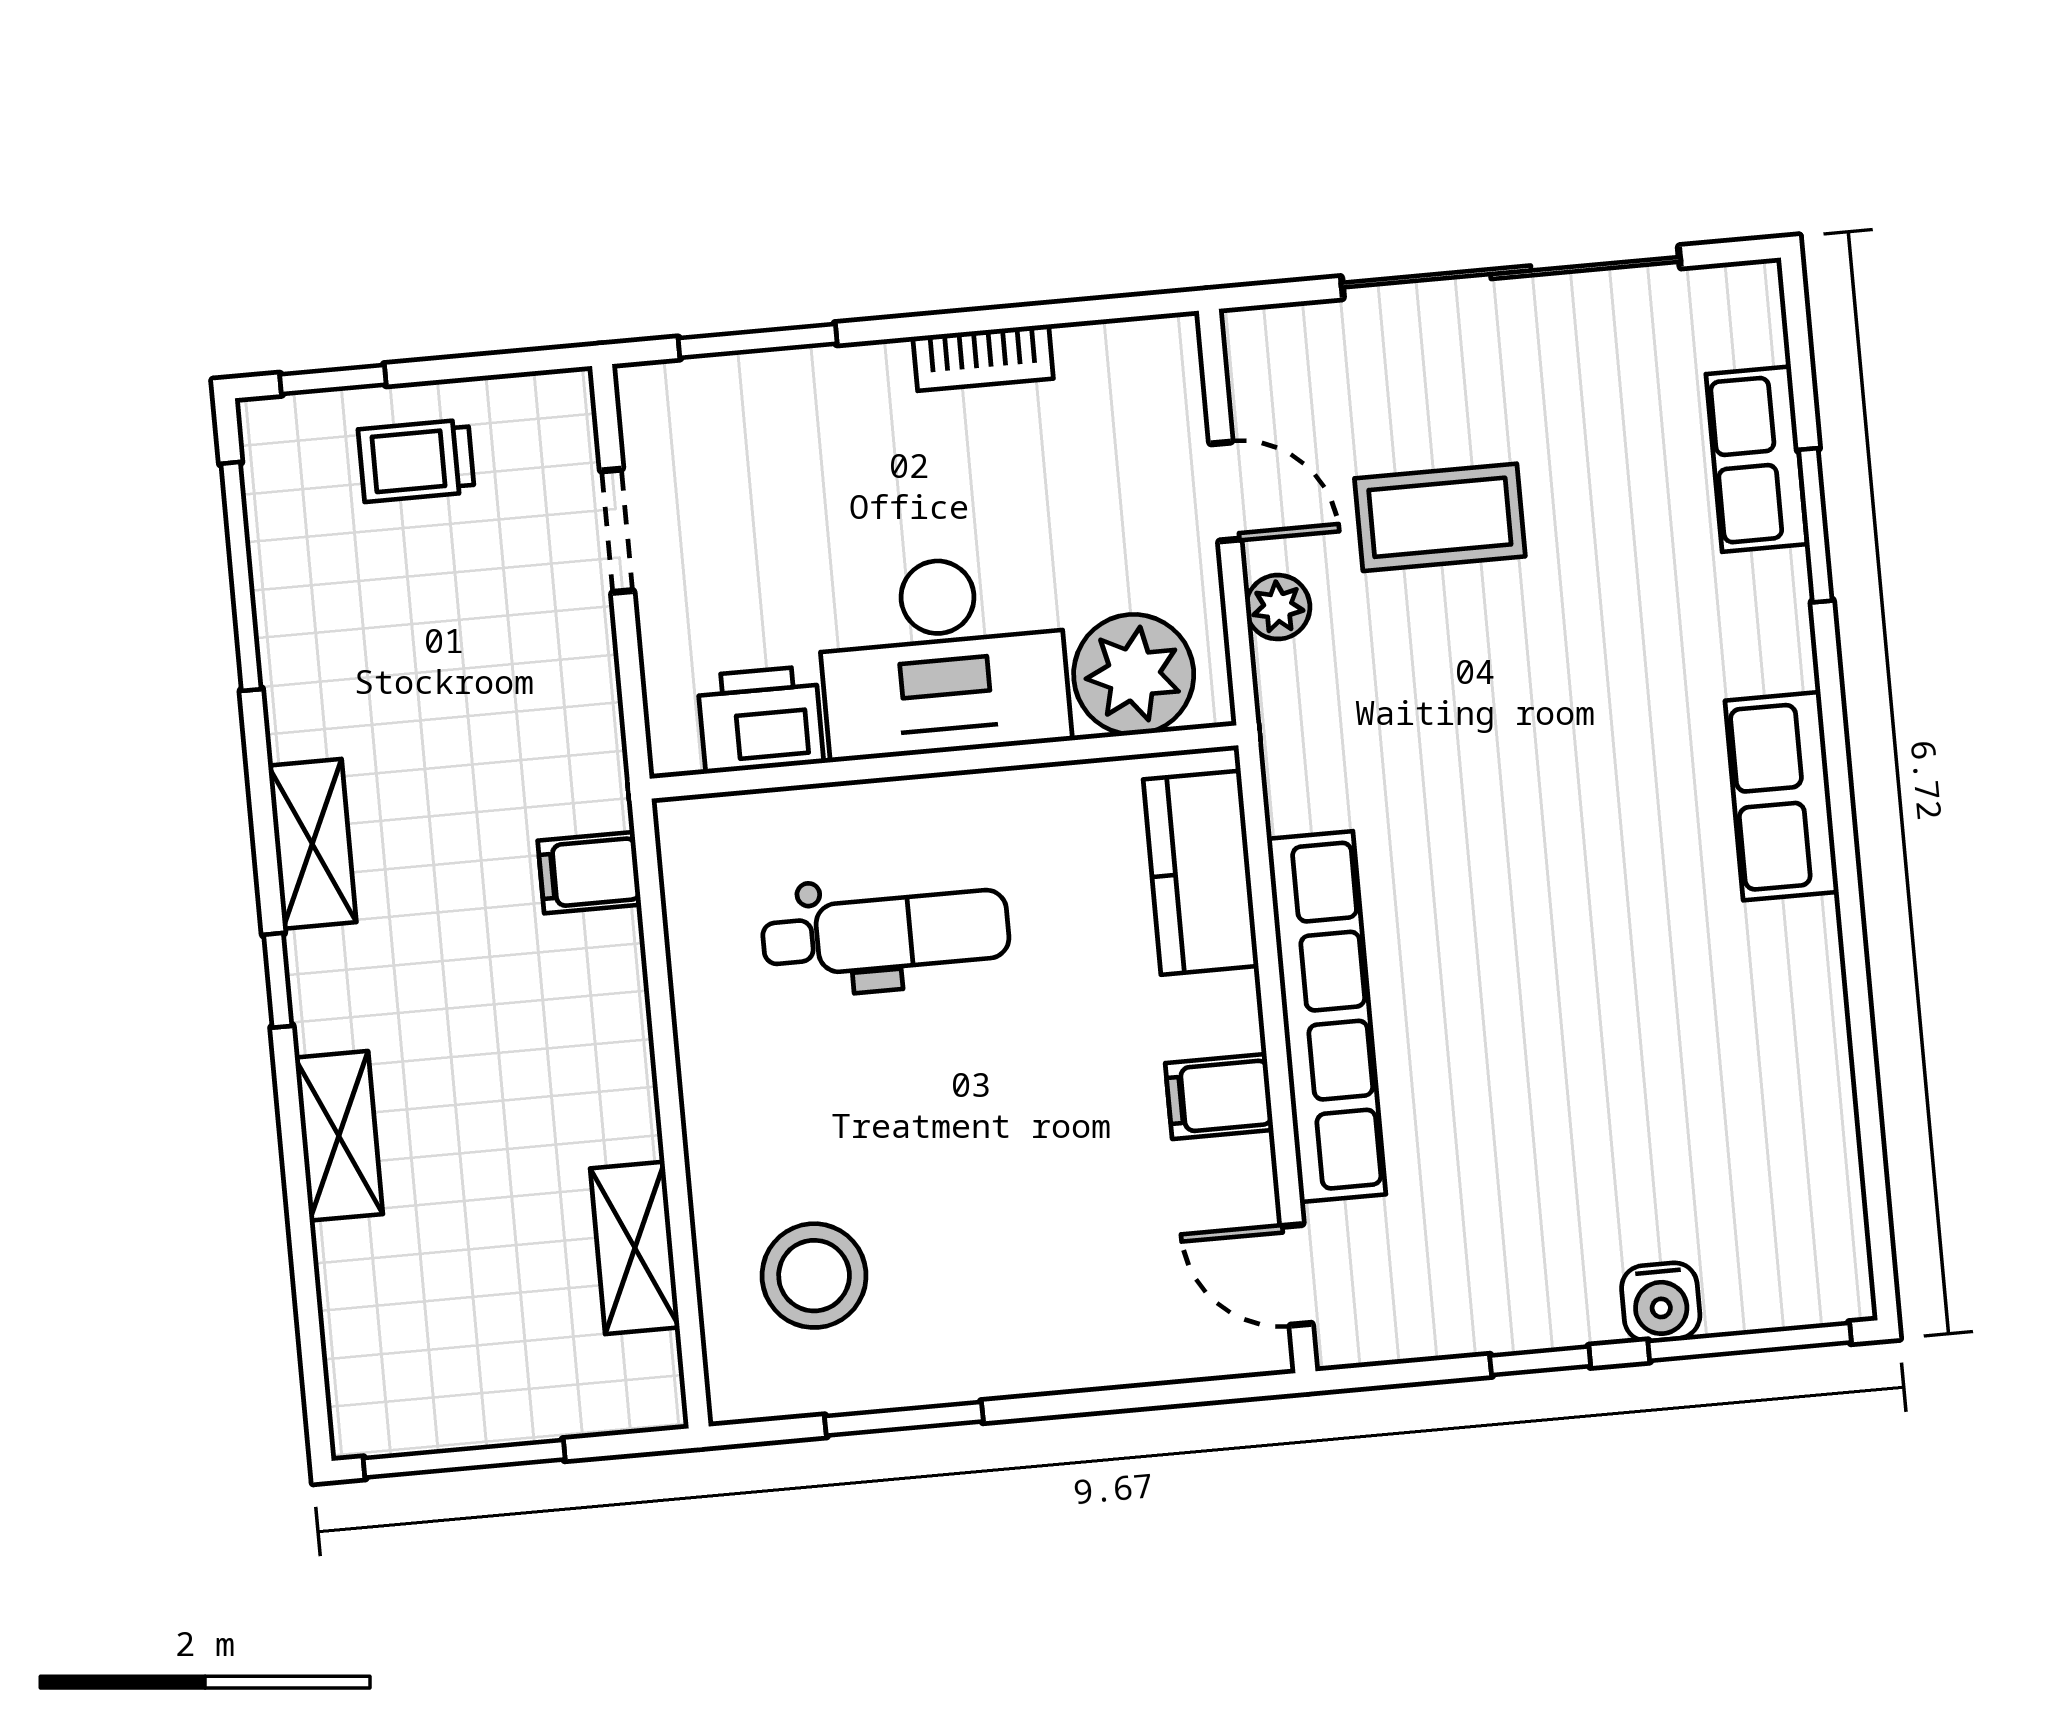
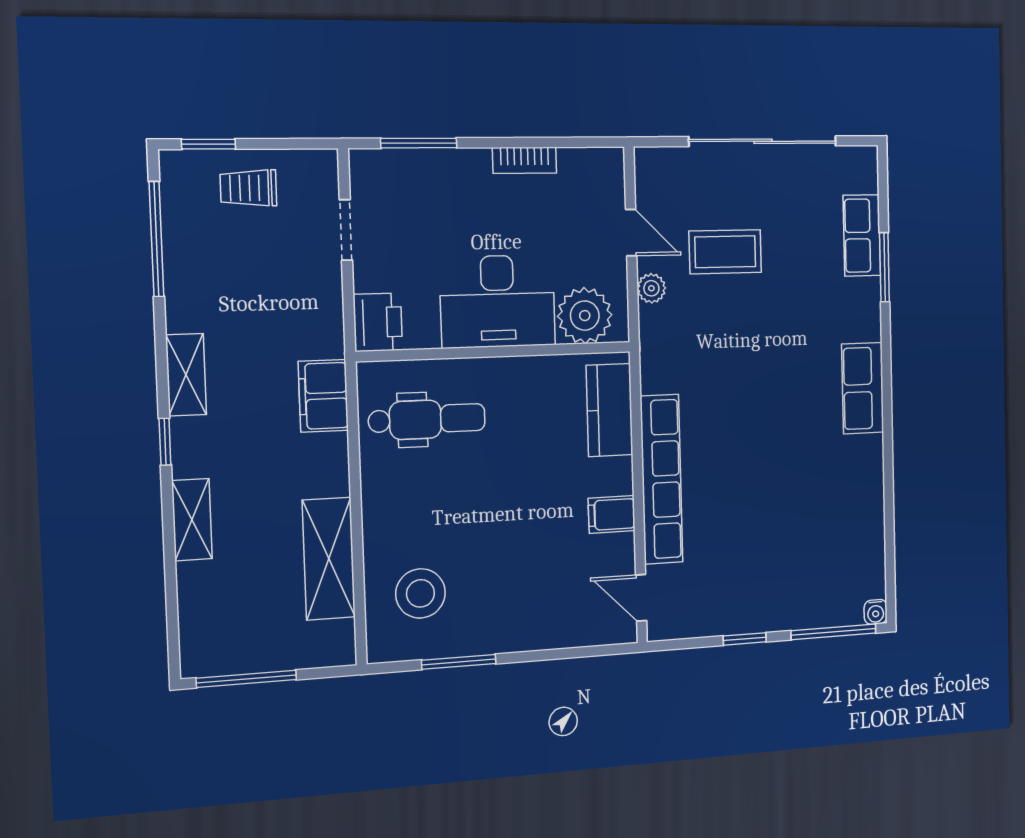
printer: (760, 720) -> (378, 322), moved, turned 90
filing cabinet: (589, 873) -> (323, 396), width x2.00
dental chair: (886, 933) -> (427, 419), moved
shelving: (635, 1248) -> (329, 559), width x1.50, depth x1.33
water cooler: (1661, 1302) -> (876, 612), moved, width x0.72, depth x0.72

